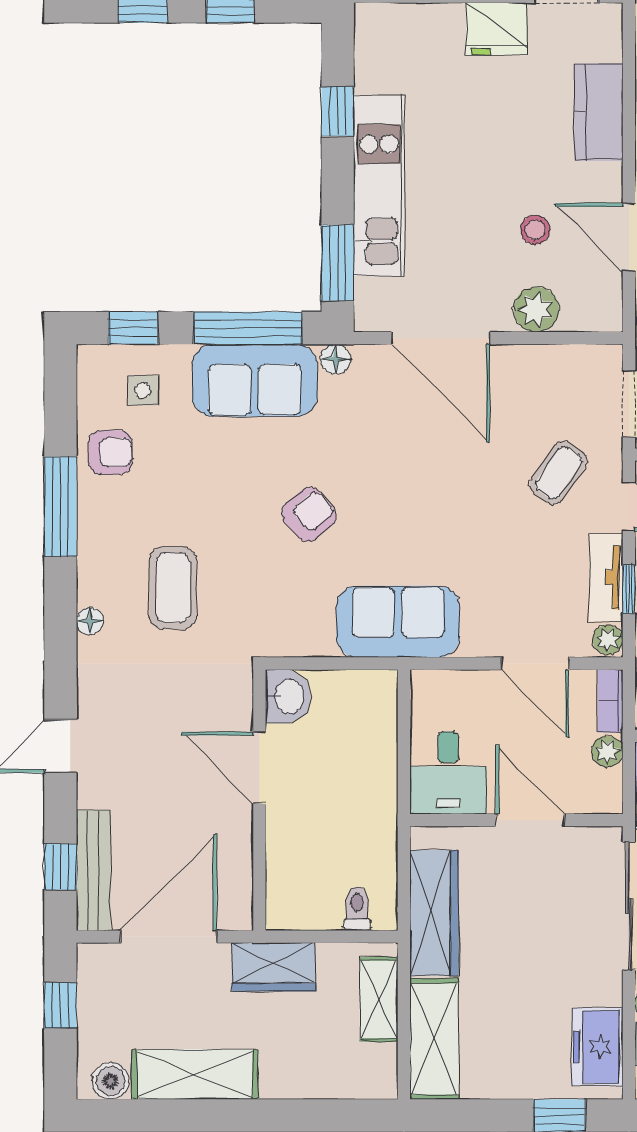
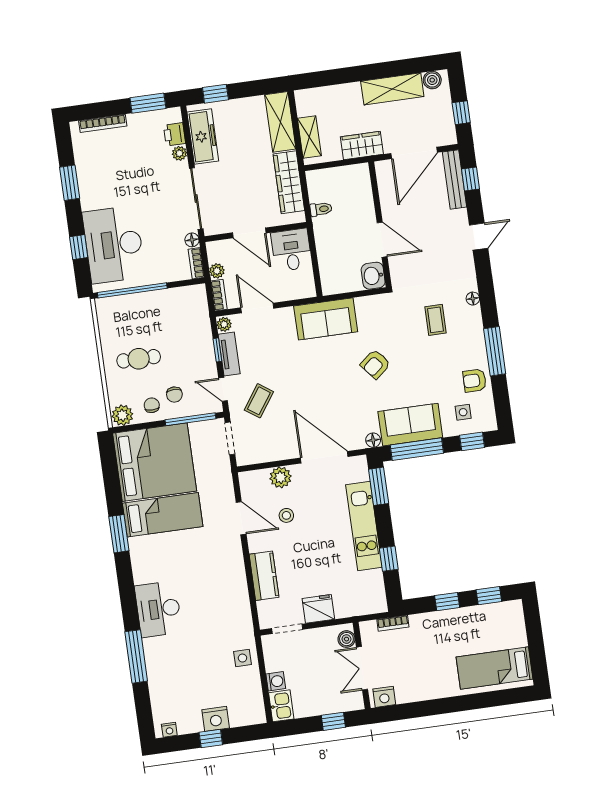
coffee table: (173, 588) -> (435, 320), width x0.73, depth x0.77
toilet: (357, 909) -> (321, 209), moved, turned -90
freezer: (597, 1047) -> (203, 137), width x1.40

